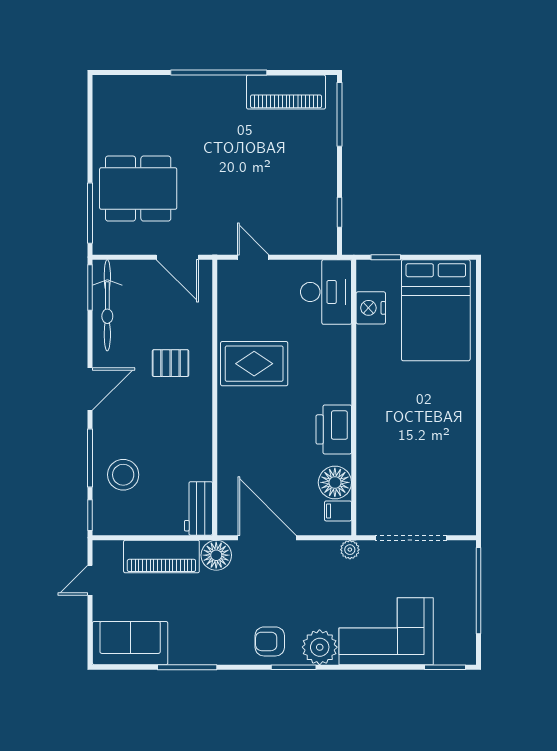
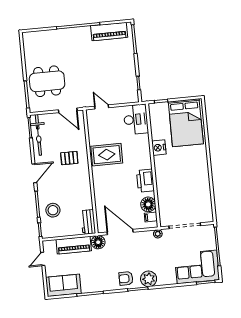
nightstand: (371, 308) -> (159, 148), moved
corner sofa: (386, 631) -> (197, 267), moved

